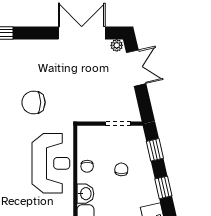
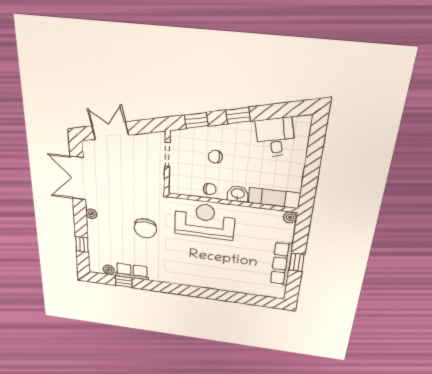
plant: (117, 45) -> (92, 214), moved

